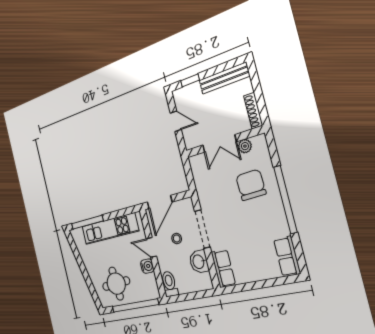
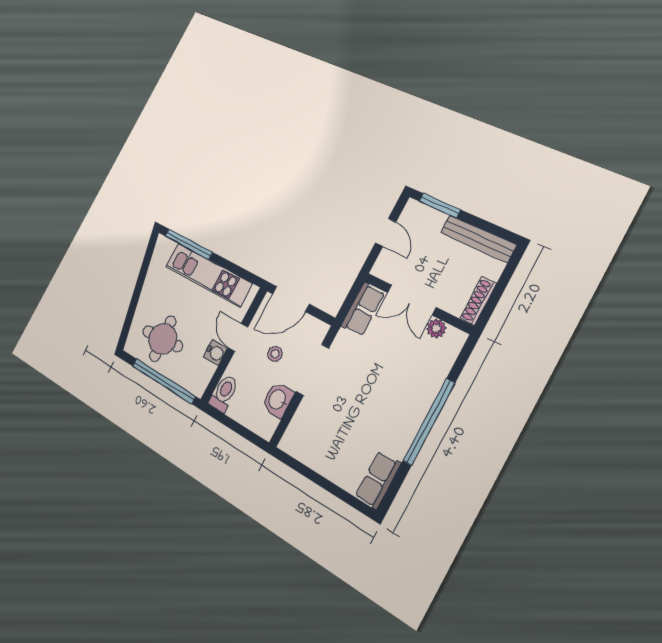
window: (190, 80) -> (440, 205), width x1.50
chair: (251, 185) -> (406, 373), removed
row of seats: (223, 268) -> (363, 309), moved

